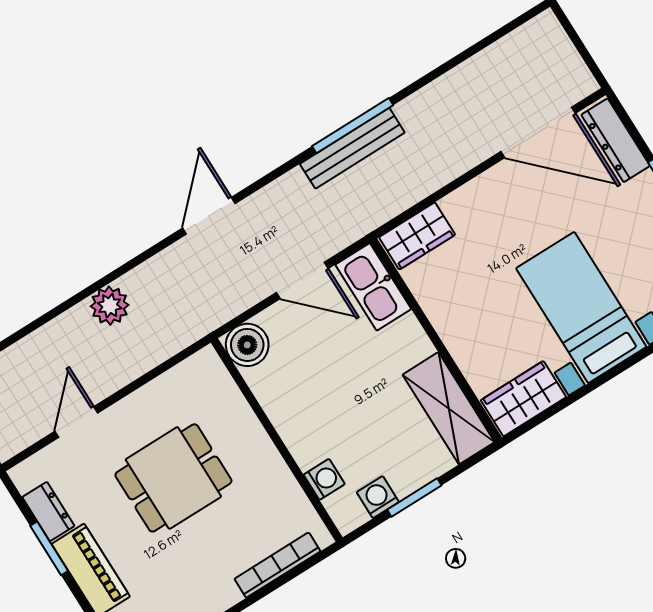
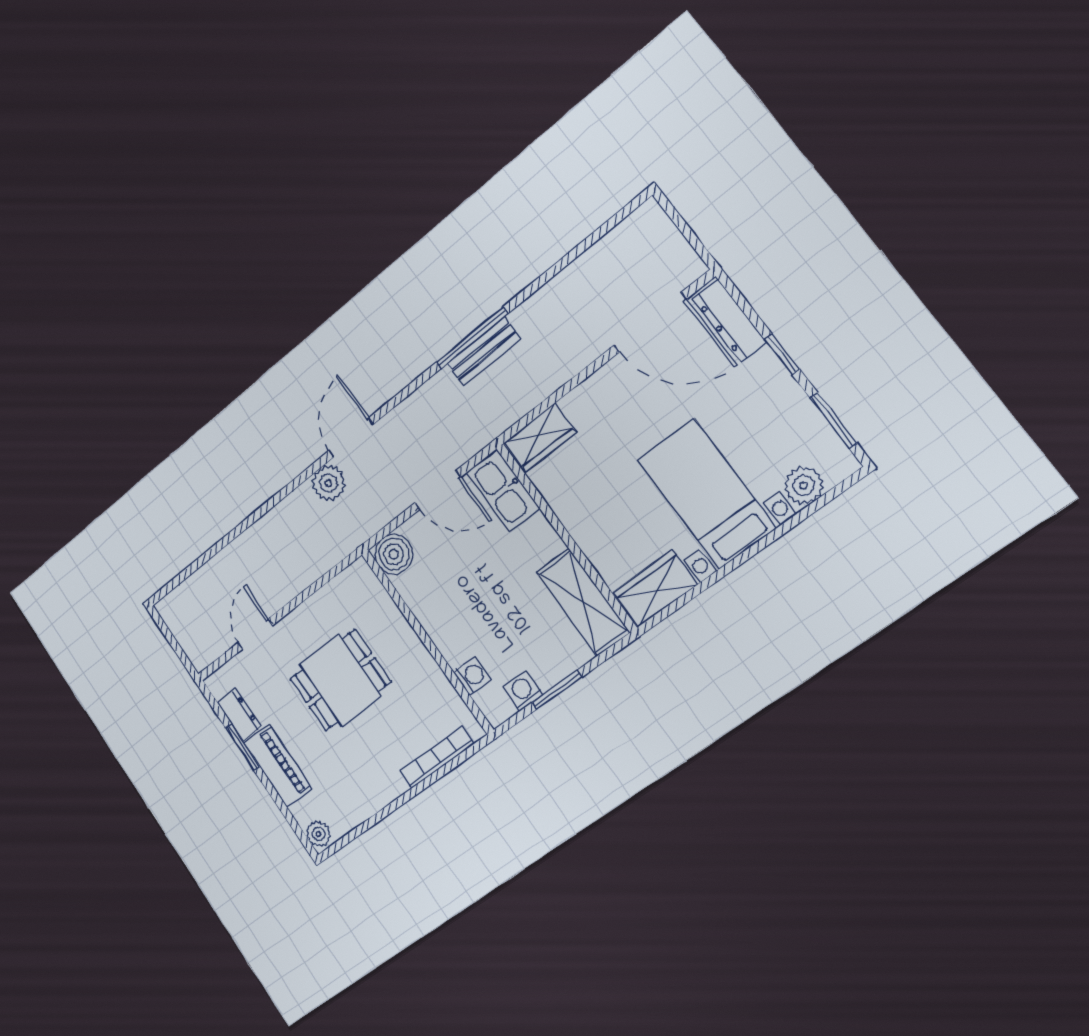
bench: (352, 148) -> (484, 351), width x0.73
plant: (110, 306) -> (328, 483), moved

